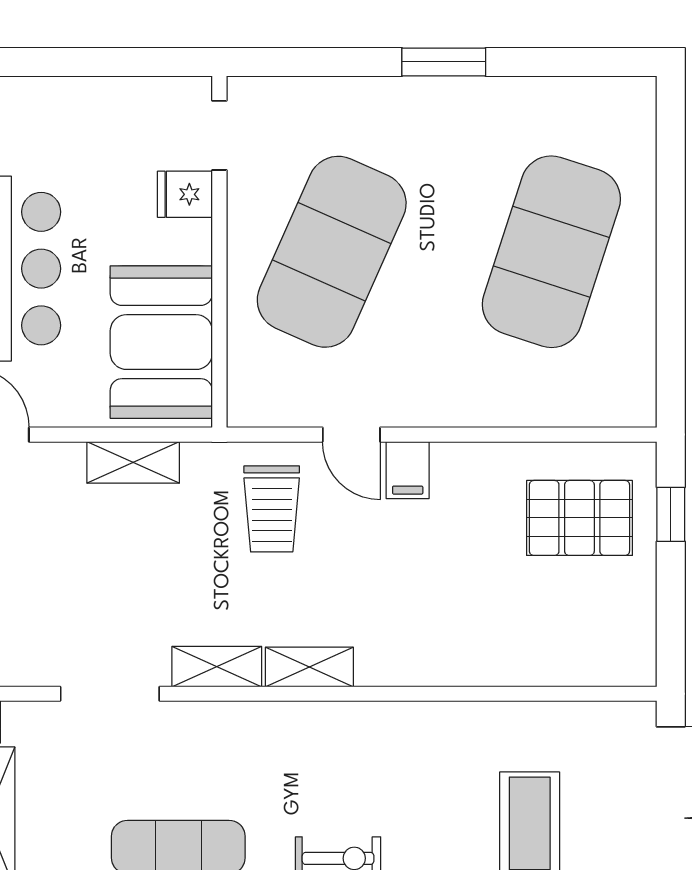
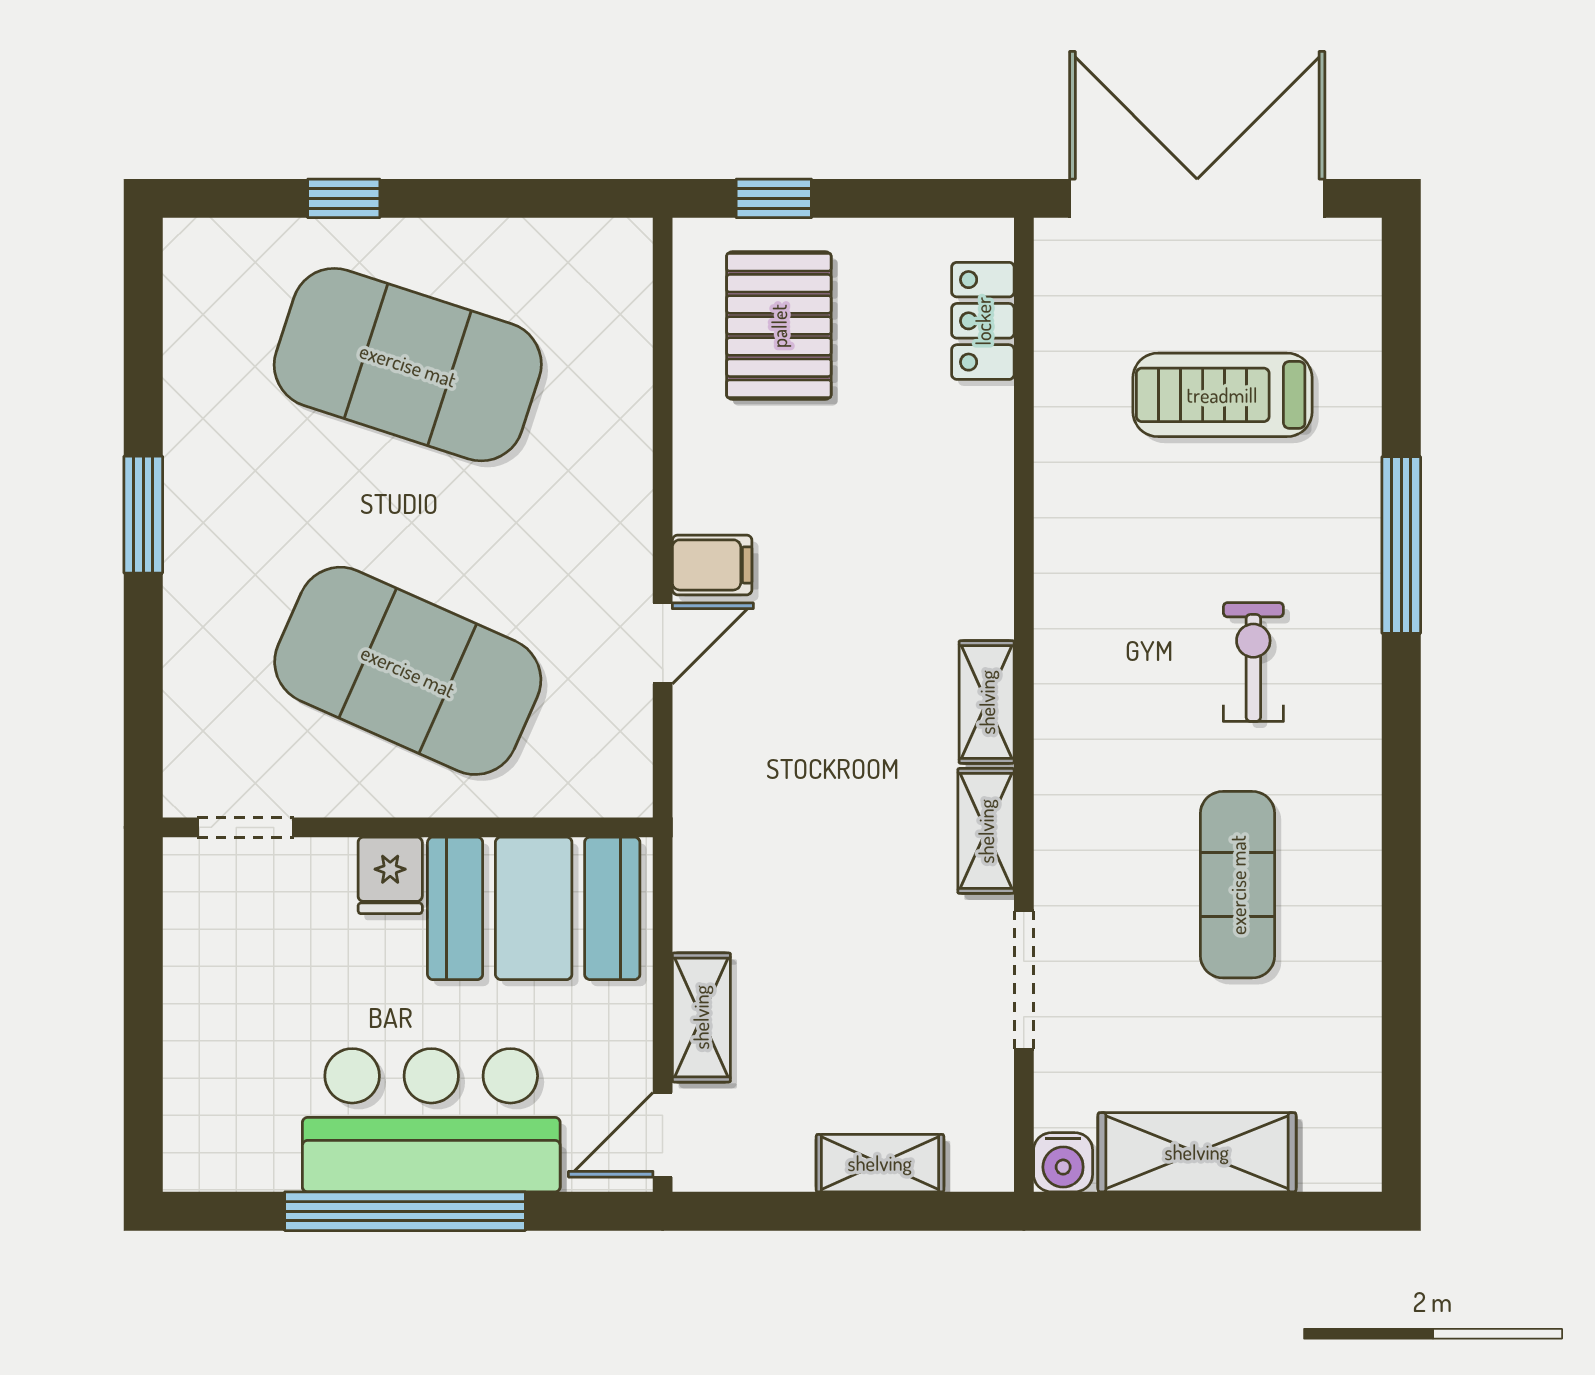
fridge: (185, 194) -> (390, 875), moved
window: (671, 206) -> (344, 198), added
shelving: (133, 462) -> (701, 1017), moved
trolley: (272, 509) -> (766, 754), removed
locker: (583, 664) -> (983, 321), added

